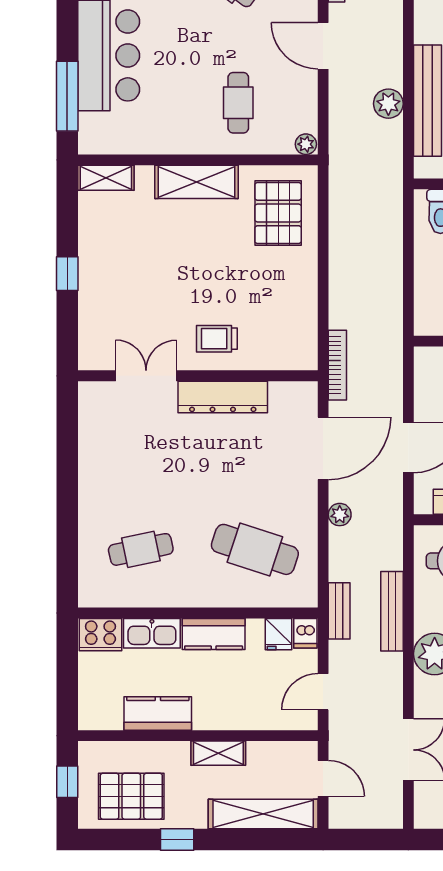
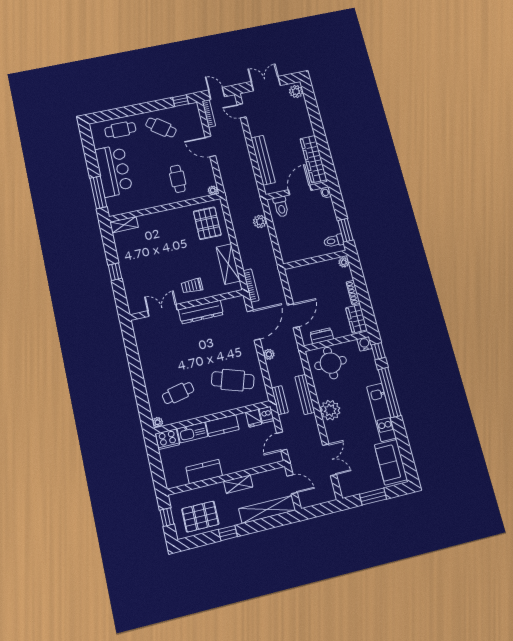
plant: (388, 104) -> (260, 221), moved
shelving: (196, 182) -> (228, 264), moved, turned 90
plant: (88, 597) -> (158, 422), added

